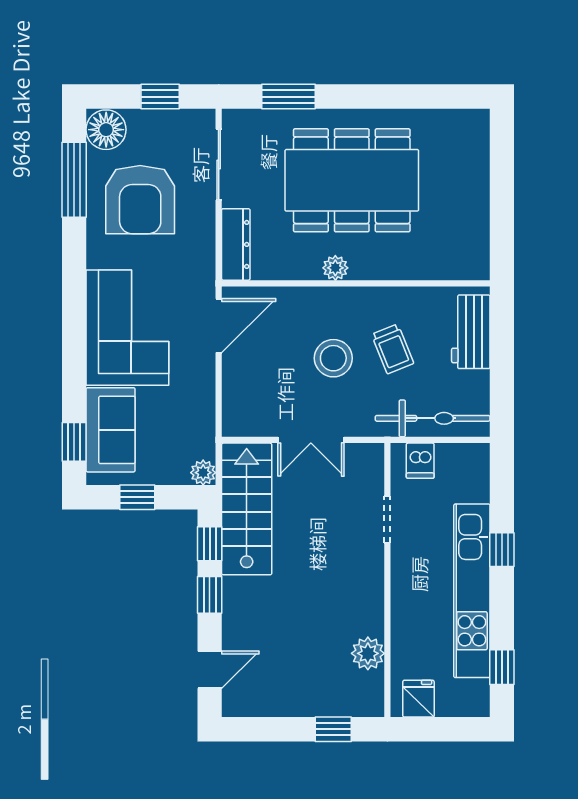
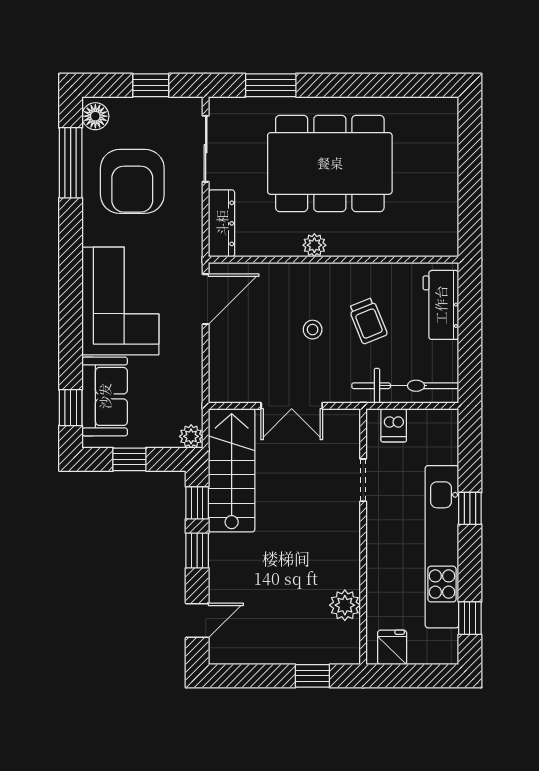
floor lamp: (106, 130) -> (95, 116), width x0.73, depth x0.73
stool: (333, 358) -> (313, 330), width x0.53, depth x0.53

